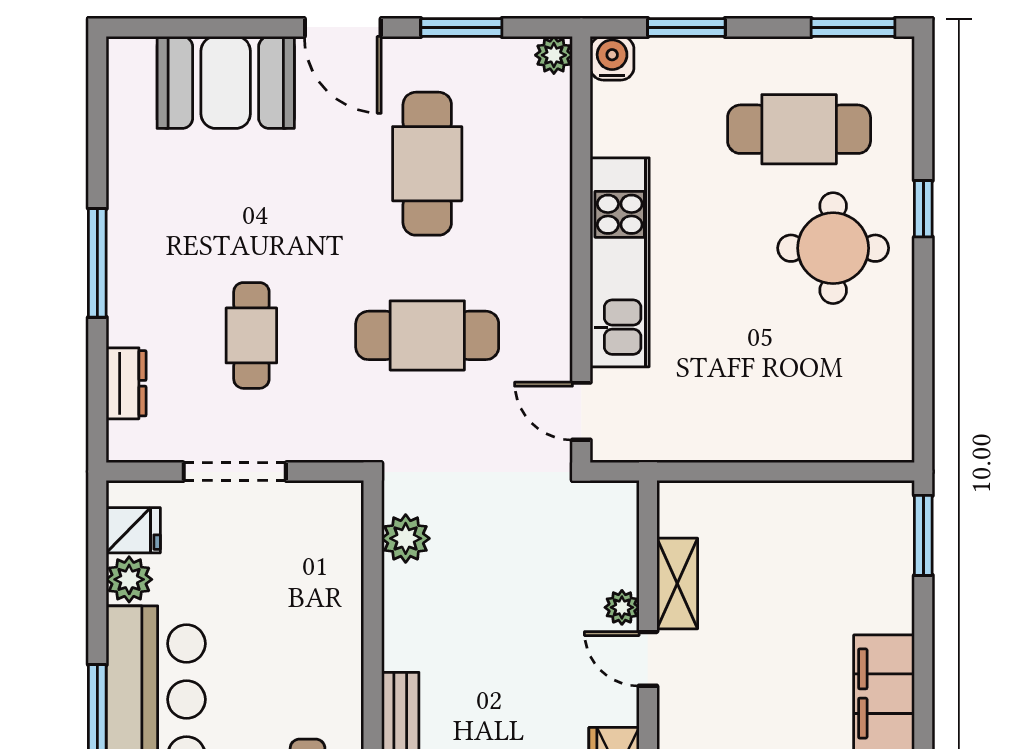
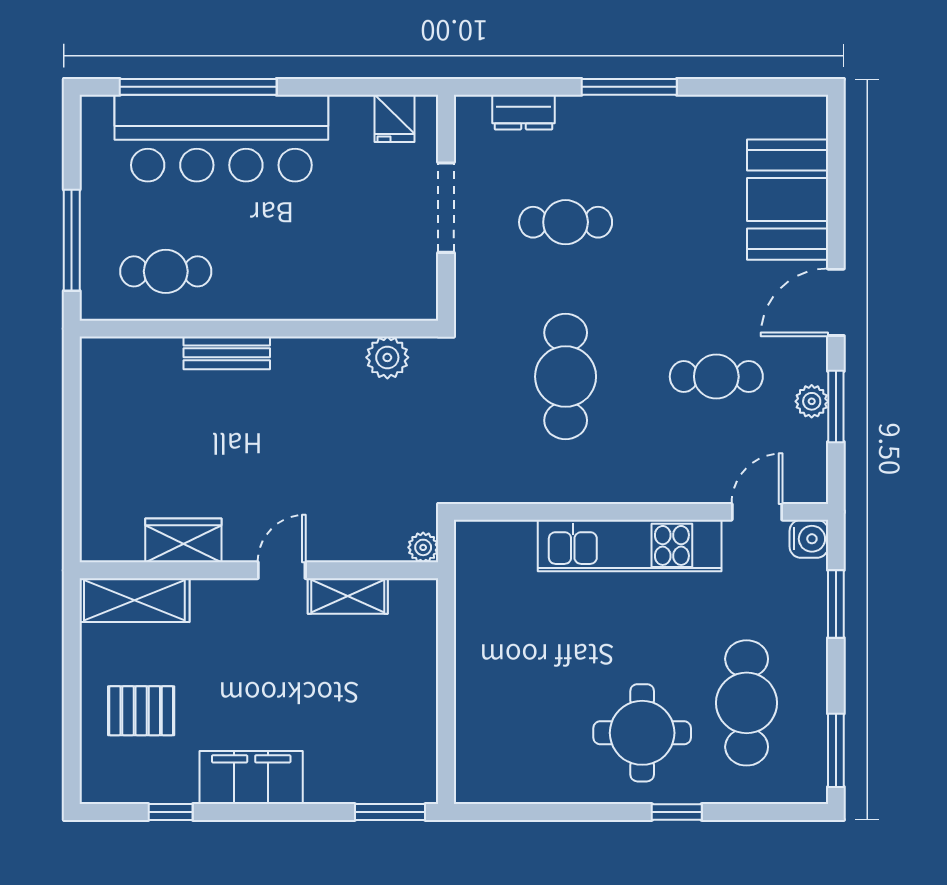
plant: (554, 55) -> (812, 401), moved
cafe table: (427, 164) -> (716, 377), width x0.73, depth x0.74
door: (581, 411) -> (757, 512), moved
plant: (129, 579) -> (351, 115), removed
plant: (622, 607) -> (423, 547), moved

